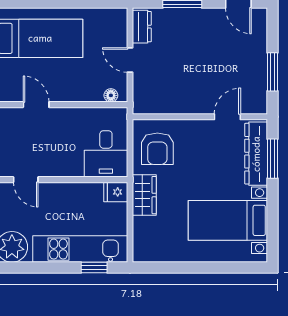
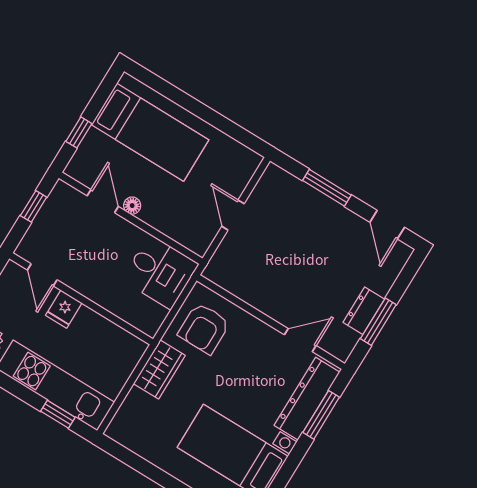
dresser: (142, 27) -> (364, 311), moved, turned 180
floor lamp: (111, 95) -> (132, 206), moved
desk: (106, 154) -> (160, 272), moved, turned -90
fridge: (116, 192) -> (64, 309), moved, turned -90

